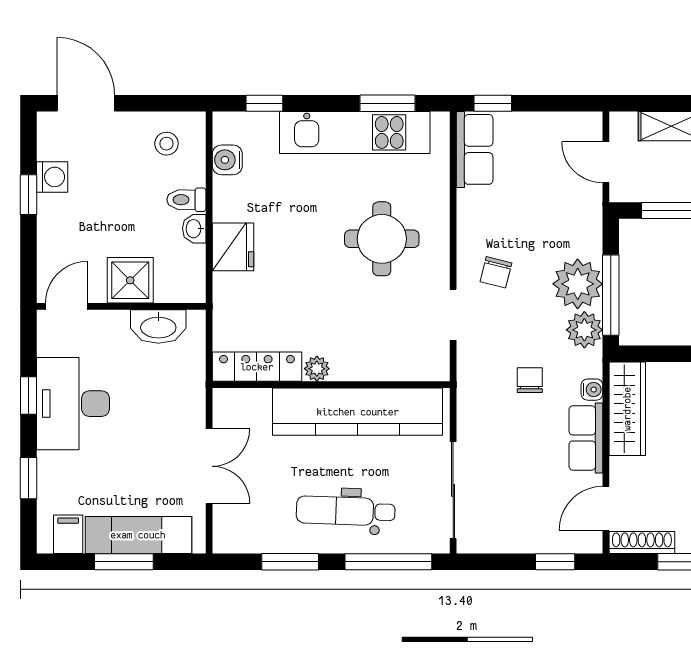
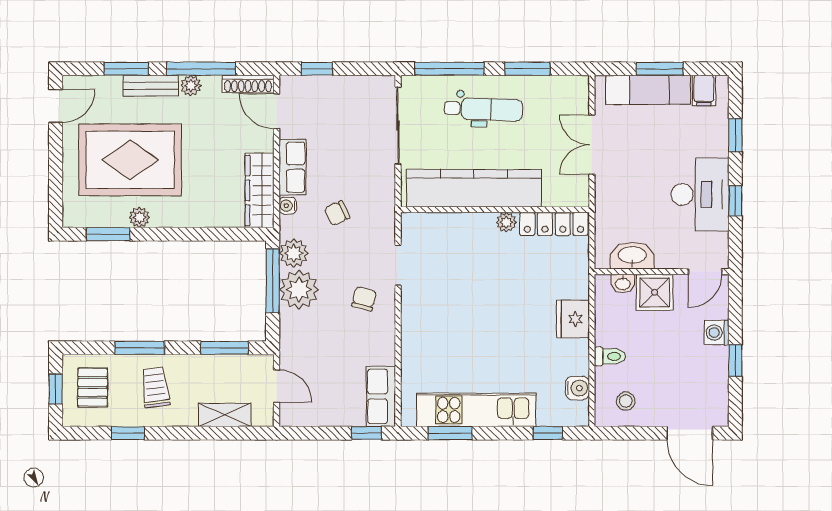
washing machine: (52, 177) -> (717, 333), moved
washbasin: (194, 229) -> (623, 283), moved, turned 90
round table: (382, 239) -> (455, 325), removed
chair: (530, 380) -> (337, 213), turned 65
door: (606, 508) -> (277, 111), swing flipped

